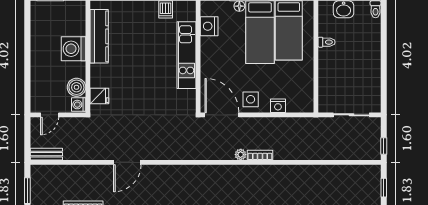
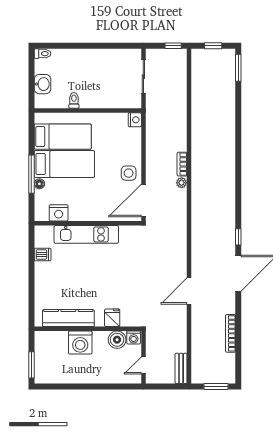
fridge: (99, 96) -> (112, 318), moved
nightstand: (278, 106) -> (135, 120), moved
door: (50, 115) -> (143, 365), swing flipped
door: (127, 162) -> (189, 291), swing flipped

